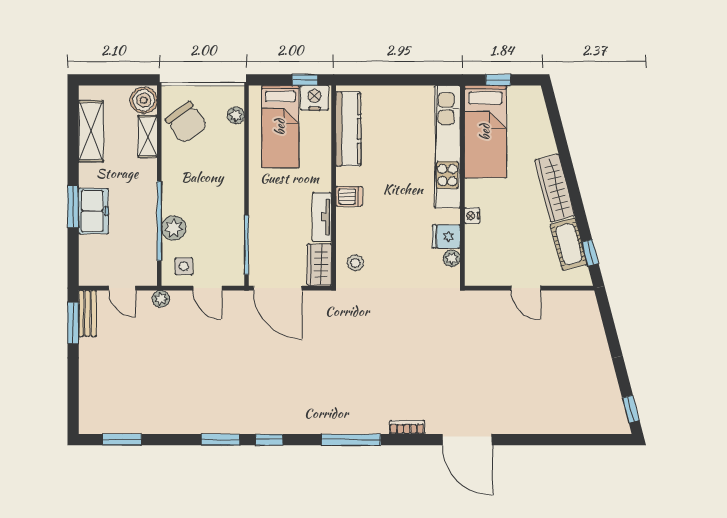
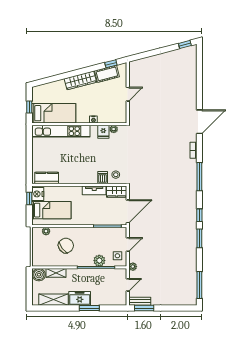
chair: (187, 123) -> (66, 246), moved
kitchen counter: (348, 129) -> (47, 178), width x0.67
dishwasher: (349, 196) -> (103, 178), moved
freezer: (93, 211) -> (80, 298), moved
window: (122, 440) -> (199, 285), width x1.44

